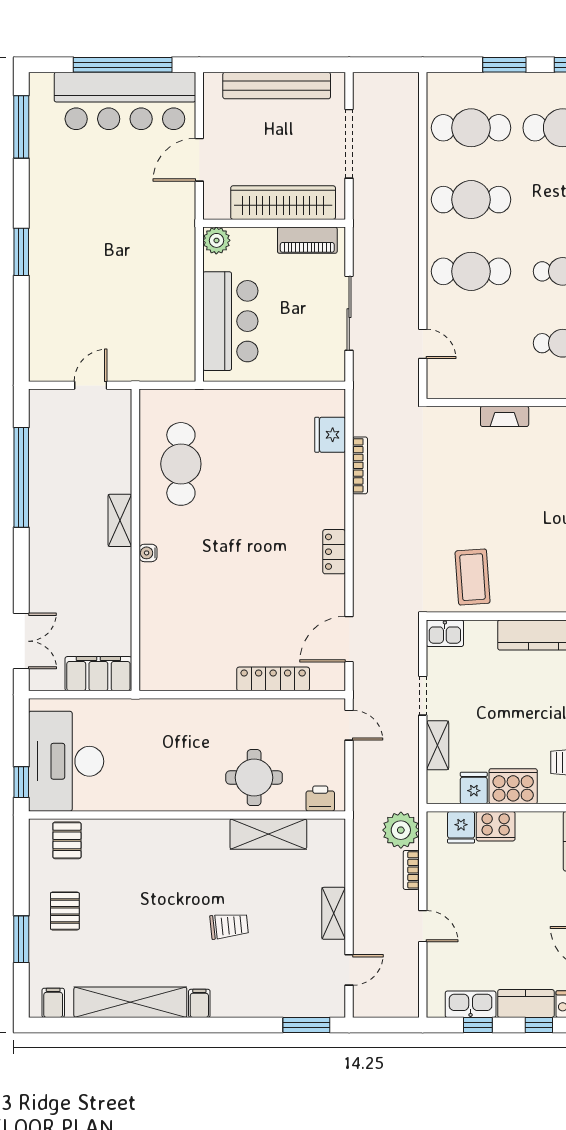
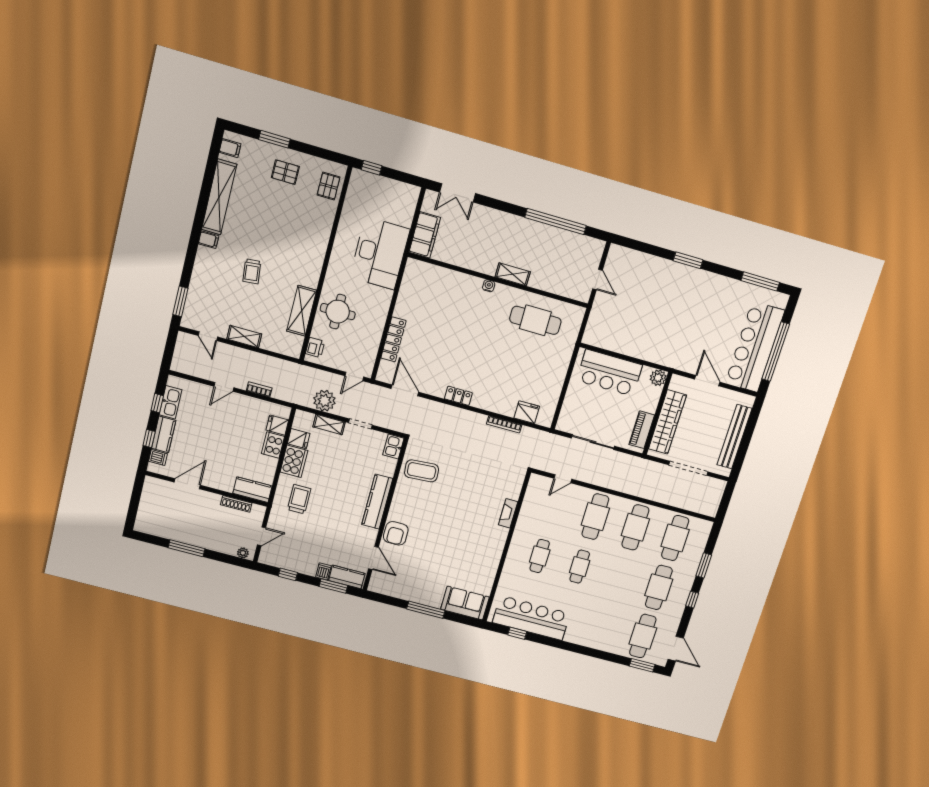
desk: (66, 761) -> (380, 253), moved, turned 90
plant: (401, 830) -> (324, 401), moved
pallet: (67, 840) -> (329, 186), turned 90

